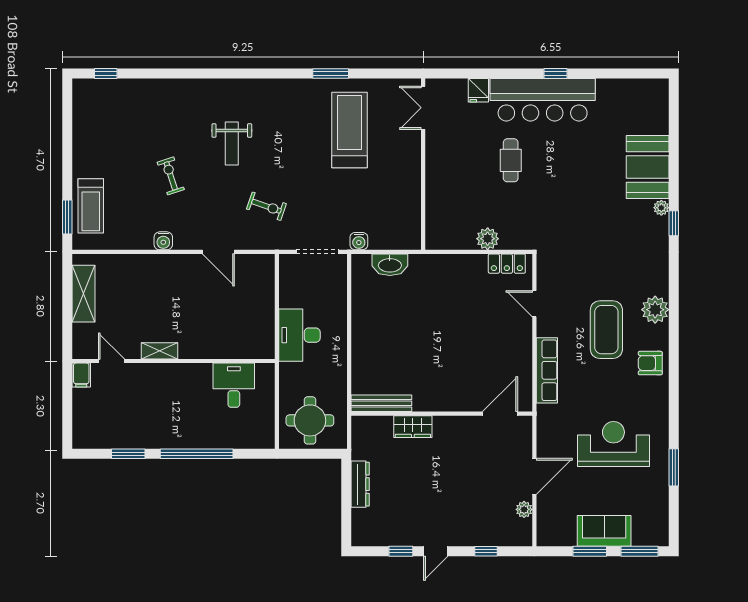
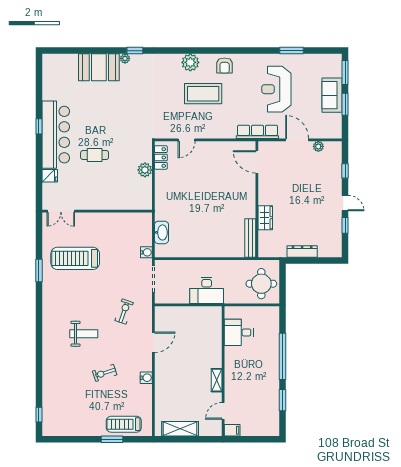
treadmill: (91, 206) -> (124, 424), turned 180
window: (67, 217) -> (112, 439), moved
row of seats: (547, 370) -> (257, 132), moved

